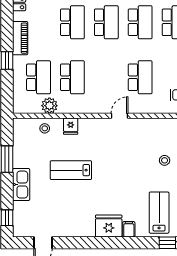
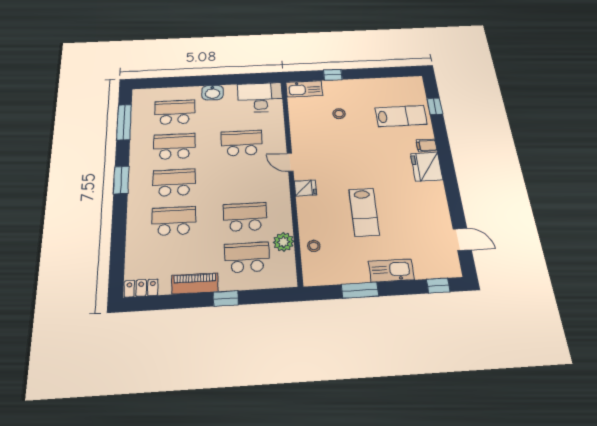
fridge: (71, 126) -> (305, 188), moved
lab bench: (159, 213) -> (401, 116), turned 180

